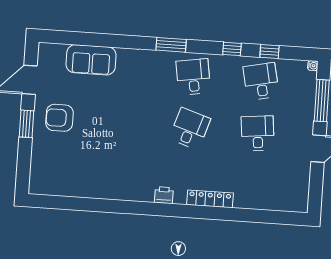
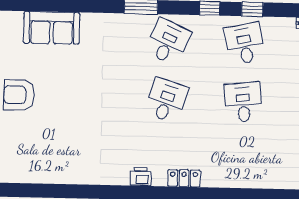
desk: (193, 77) -> (168, 42), turned 33
locker: (210, 199) -> (184, 178), width x0.66

